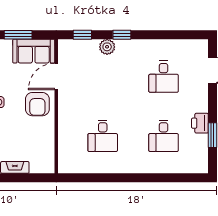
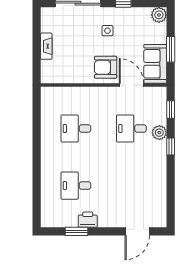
desk: (164, 77) -> (131, 129), moved

